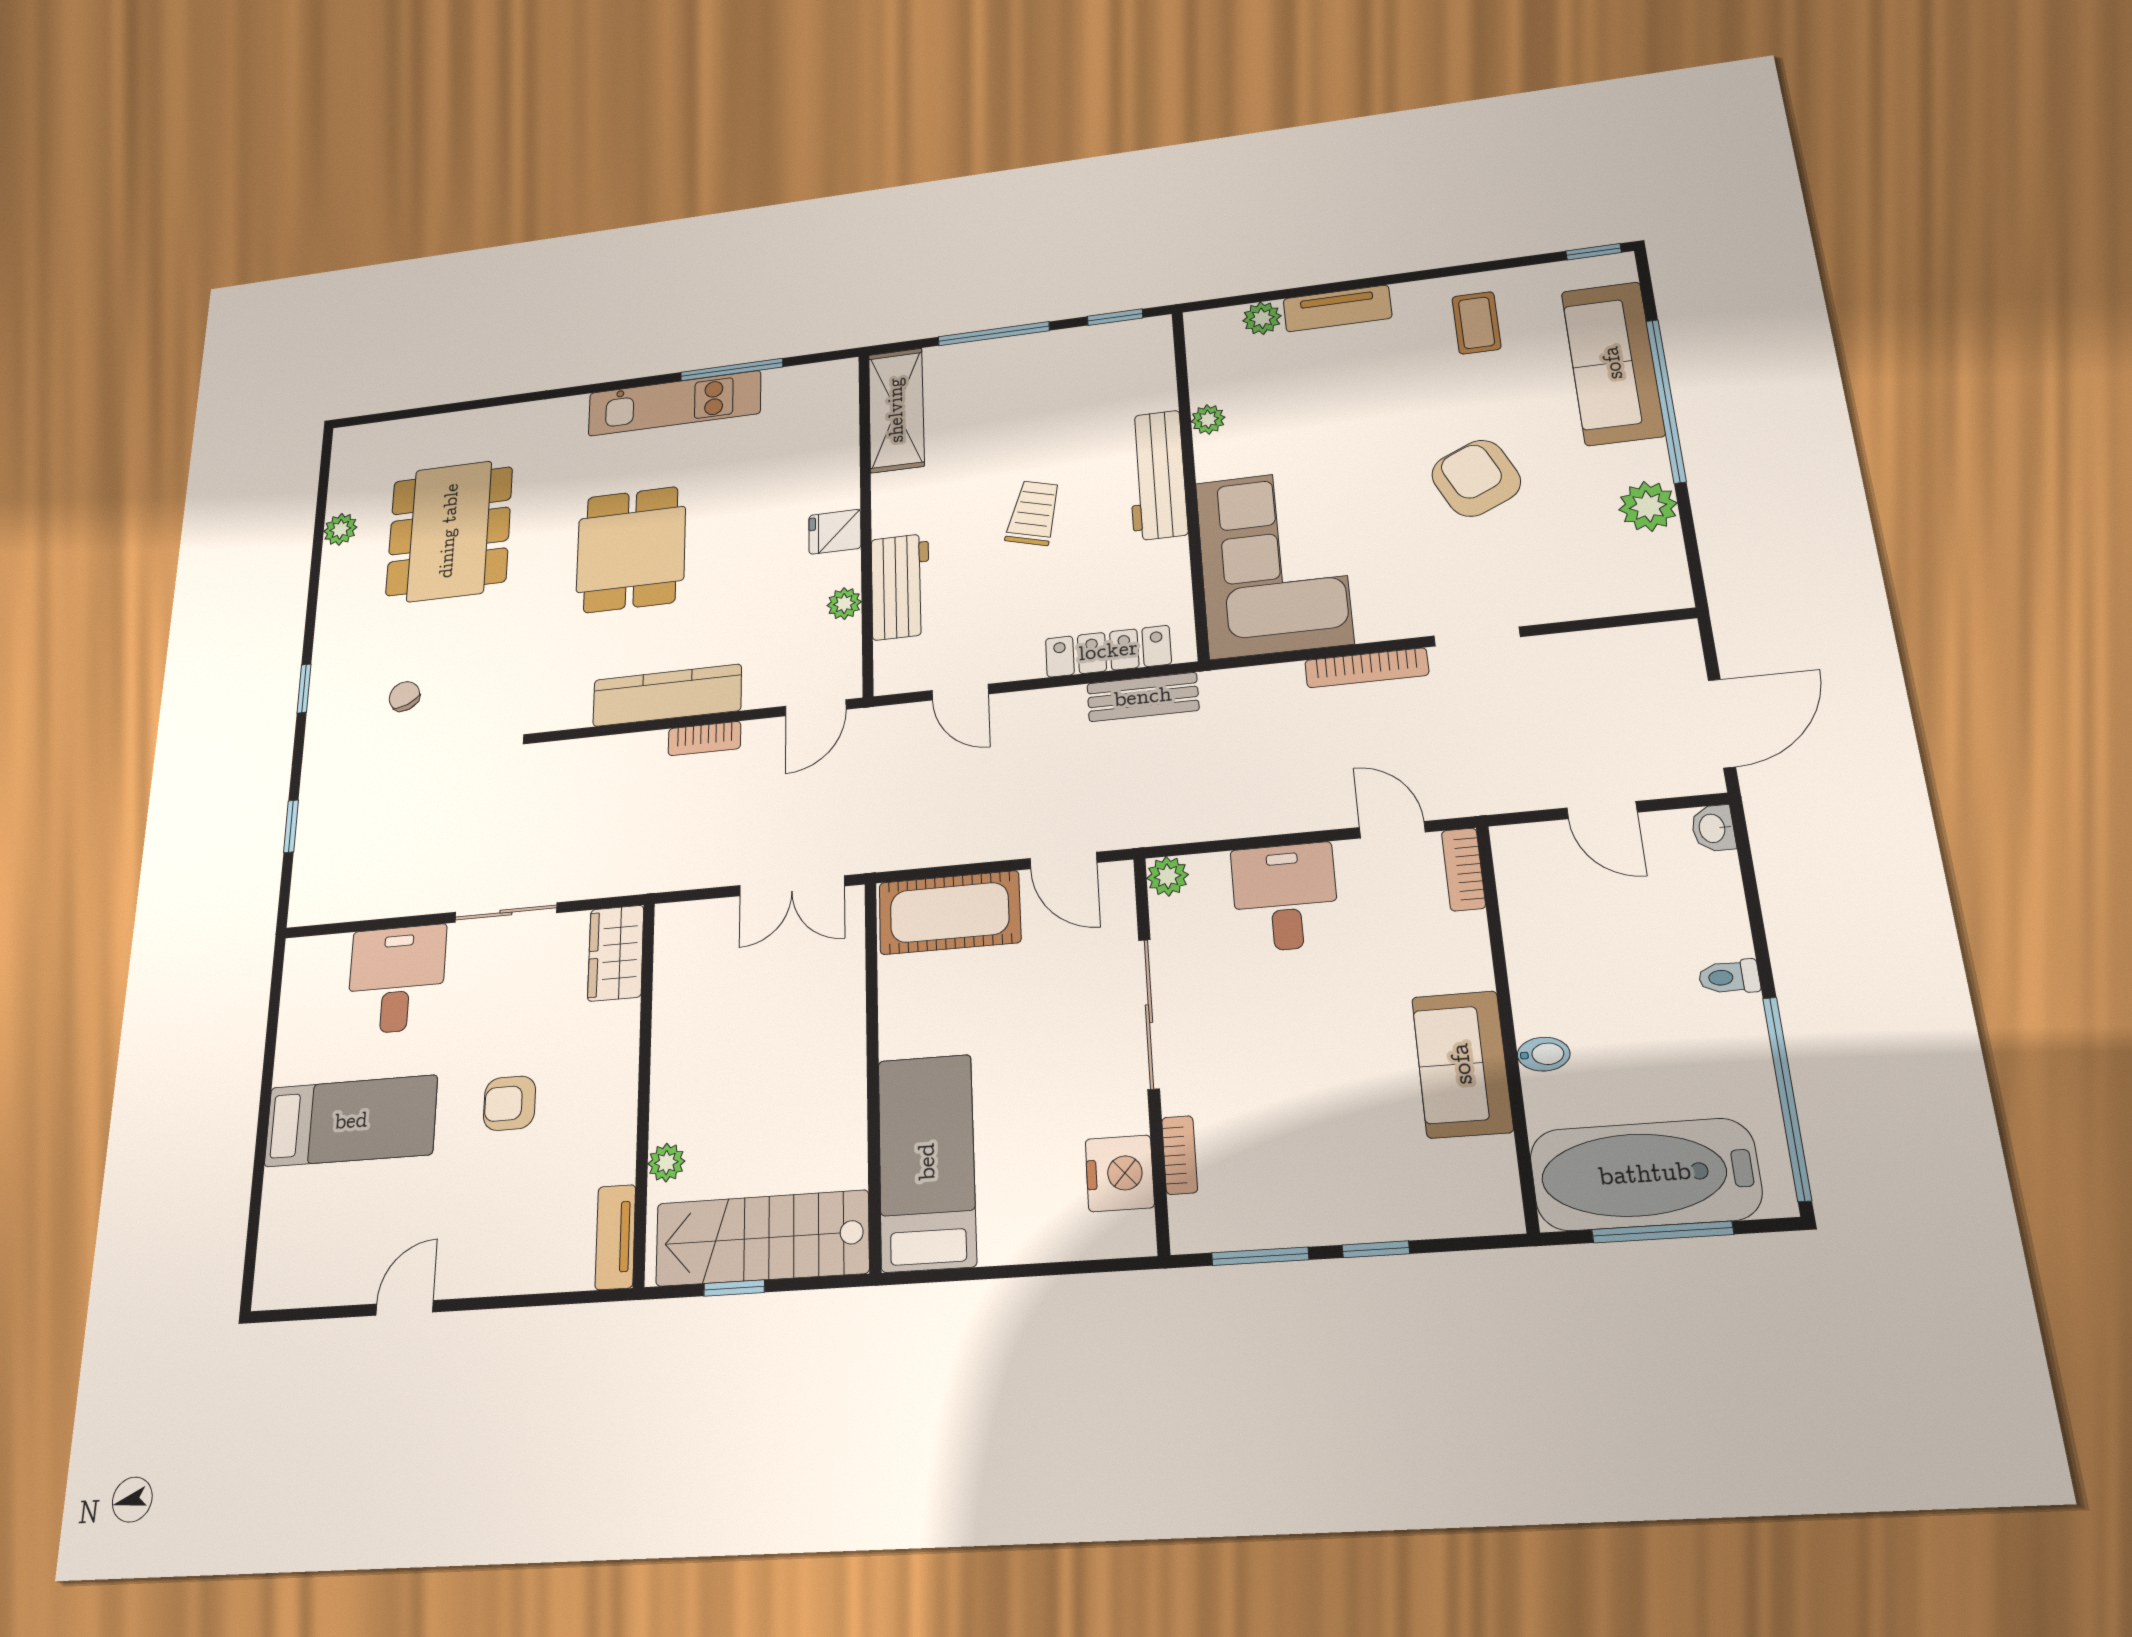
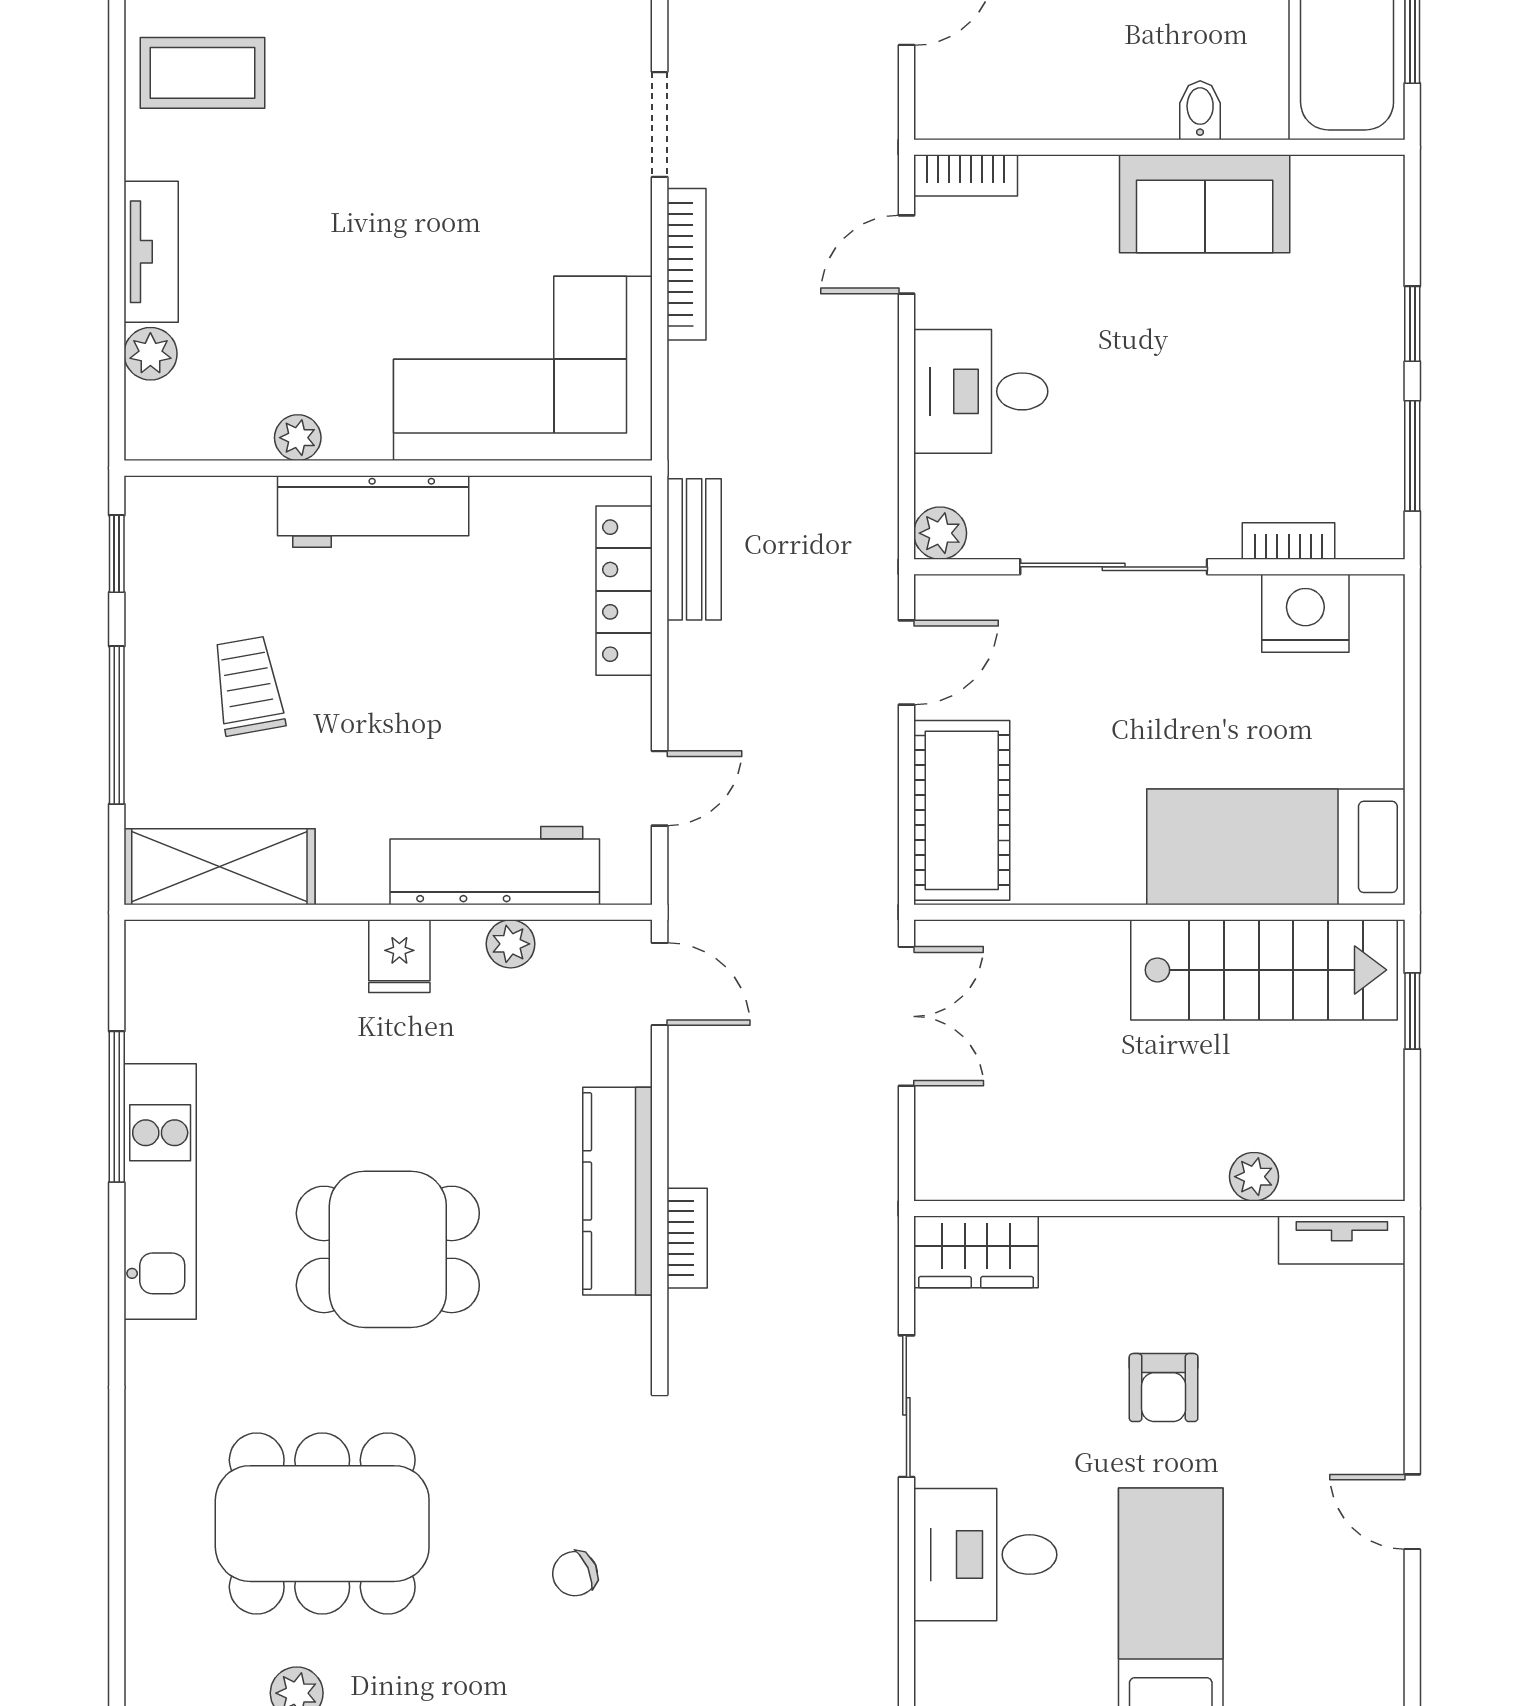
coffee table: (1477, 323) -> (203, 73), width x1.36, depth x1.30
armchair: (1476, 478) -> (436, 100), removed
trolley: (1034, 513) -> (248, 686), moved, turned 65
workbench: (901, 587) -> (495, 866), width x1.38
bookcase: (704, 739) -> (687, 1238), moved
stairs: (762, 1238) -> (1264, 970), moved, turned -90
window: (734, 1288) -> (1412, 1011), moved

